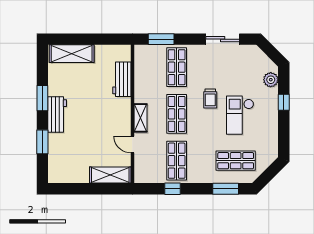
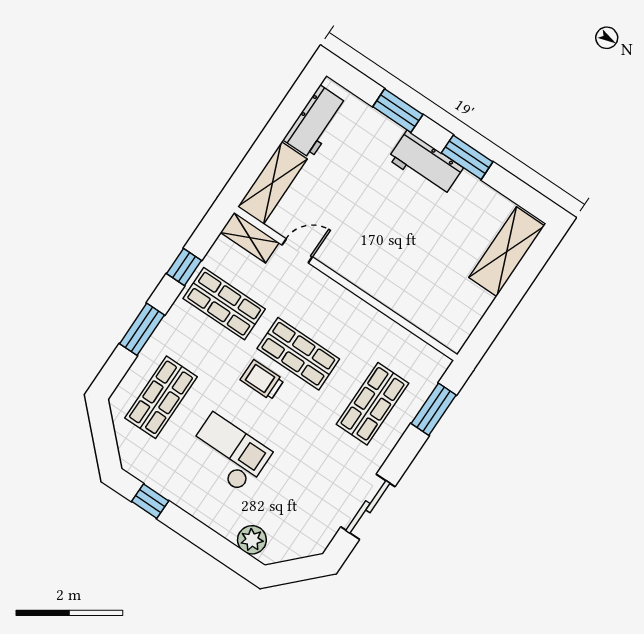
shop shelf: (177, 67) -> (372, 404), turned 90
workbench: (122, 79) -> (315, 122), moved, turned 90
trolley: (210, 99) -> (262, 380), moved
window: (284, 102) -> (150, 501), moved
shelving: (141, 118) -> (250, 238), moved
window: (226, 189) -> (142, 329), moved

